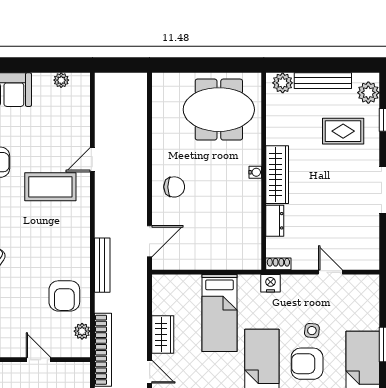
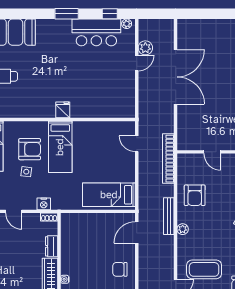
nightstand: (270, 283) -> (44, 204), moved
armchair: (64, 296) -> (195, 195), turned 180
bed: (220, 313) -> (109, 195), moved, turned -90
plant: (82, 331) -> (183, 229), moved
wardrobe: (163, 334) -> (128, 169), removed

